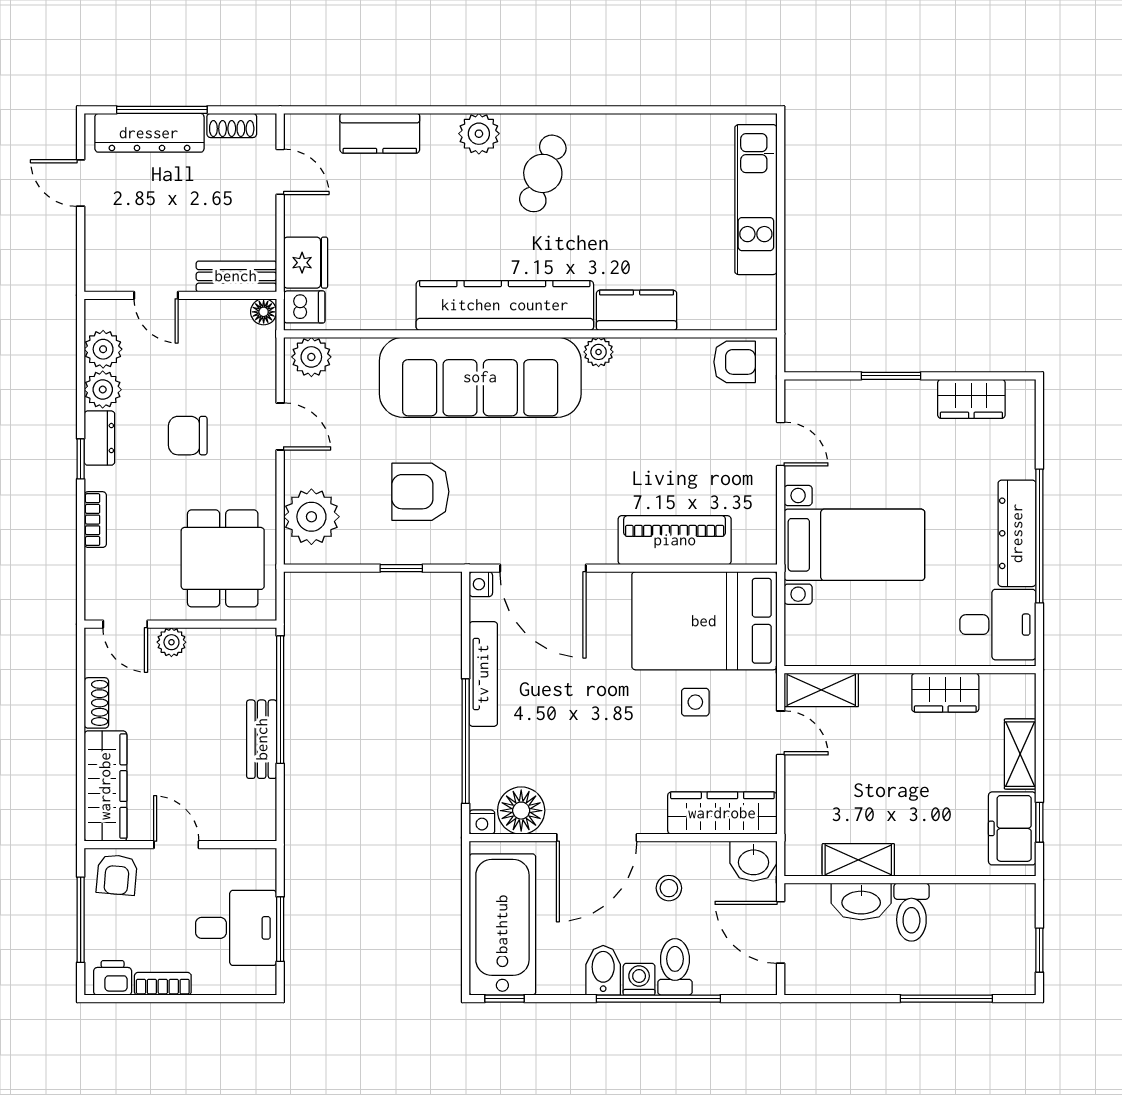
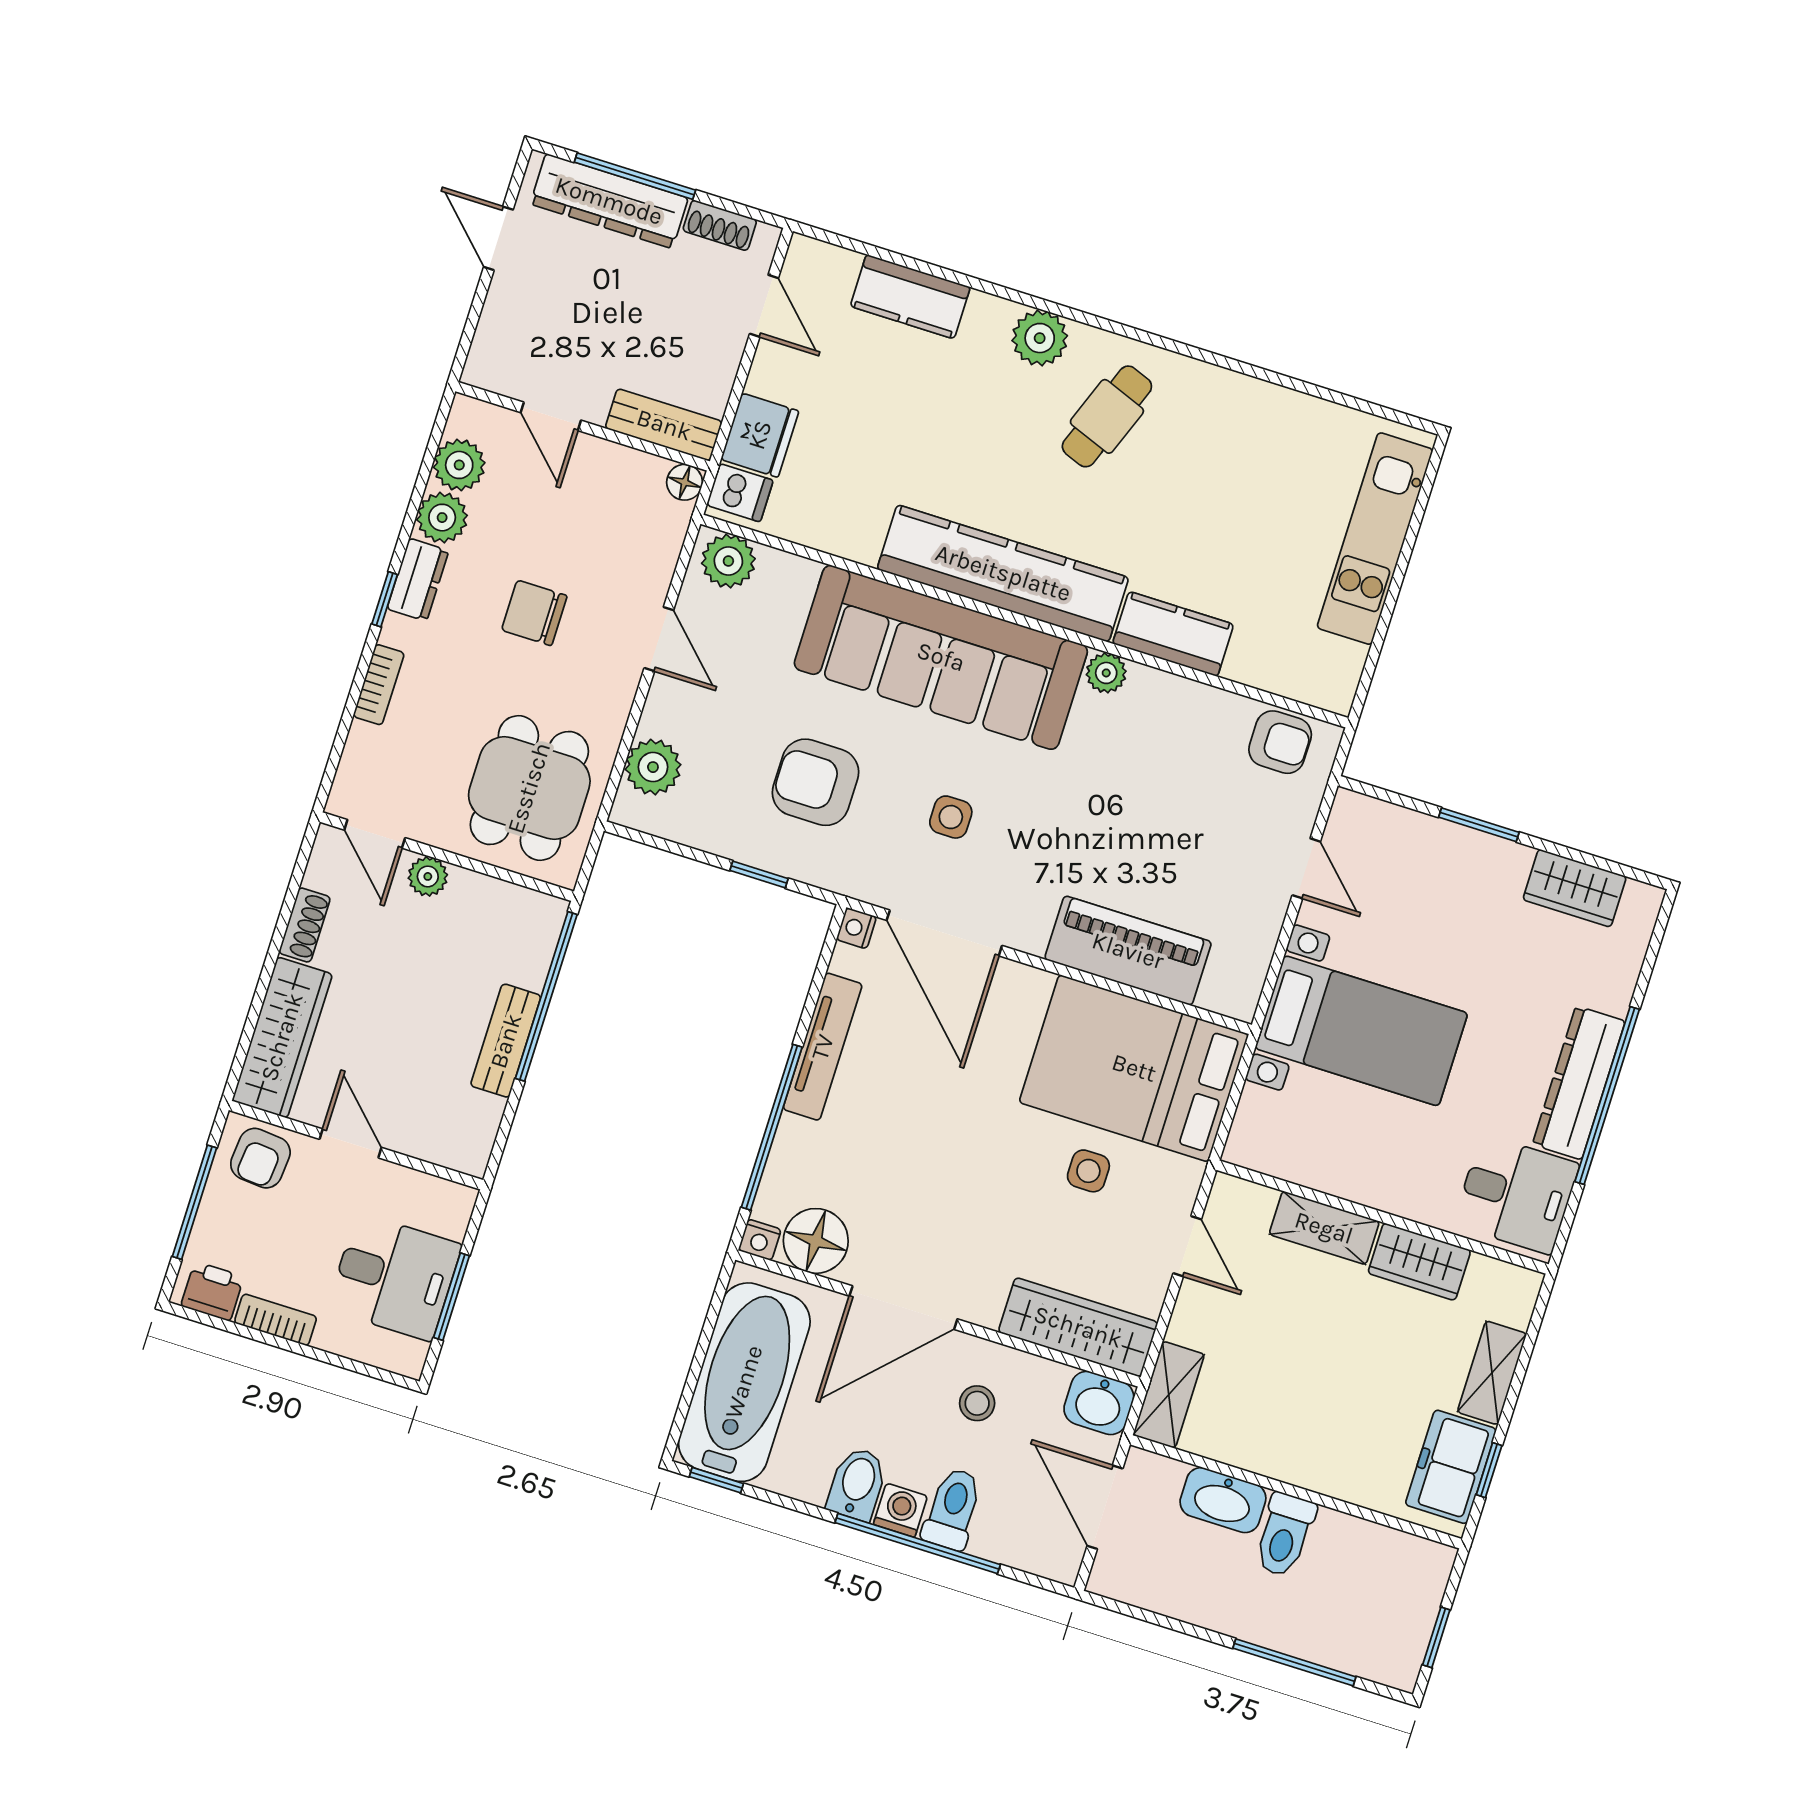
side table: (522, 486) -> (951, 817), added
plant: (311, 517) -> (653, 767), width x0.73, depth x0.73
shelving: (821, 690) -> (1324, 1228), moved
shelving: (858, 860) -> (1169, 1395), moved, turned 90

